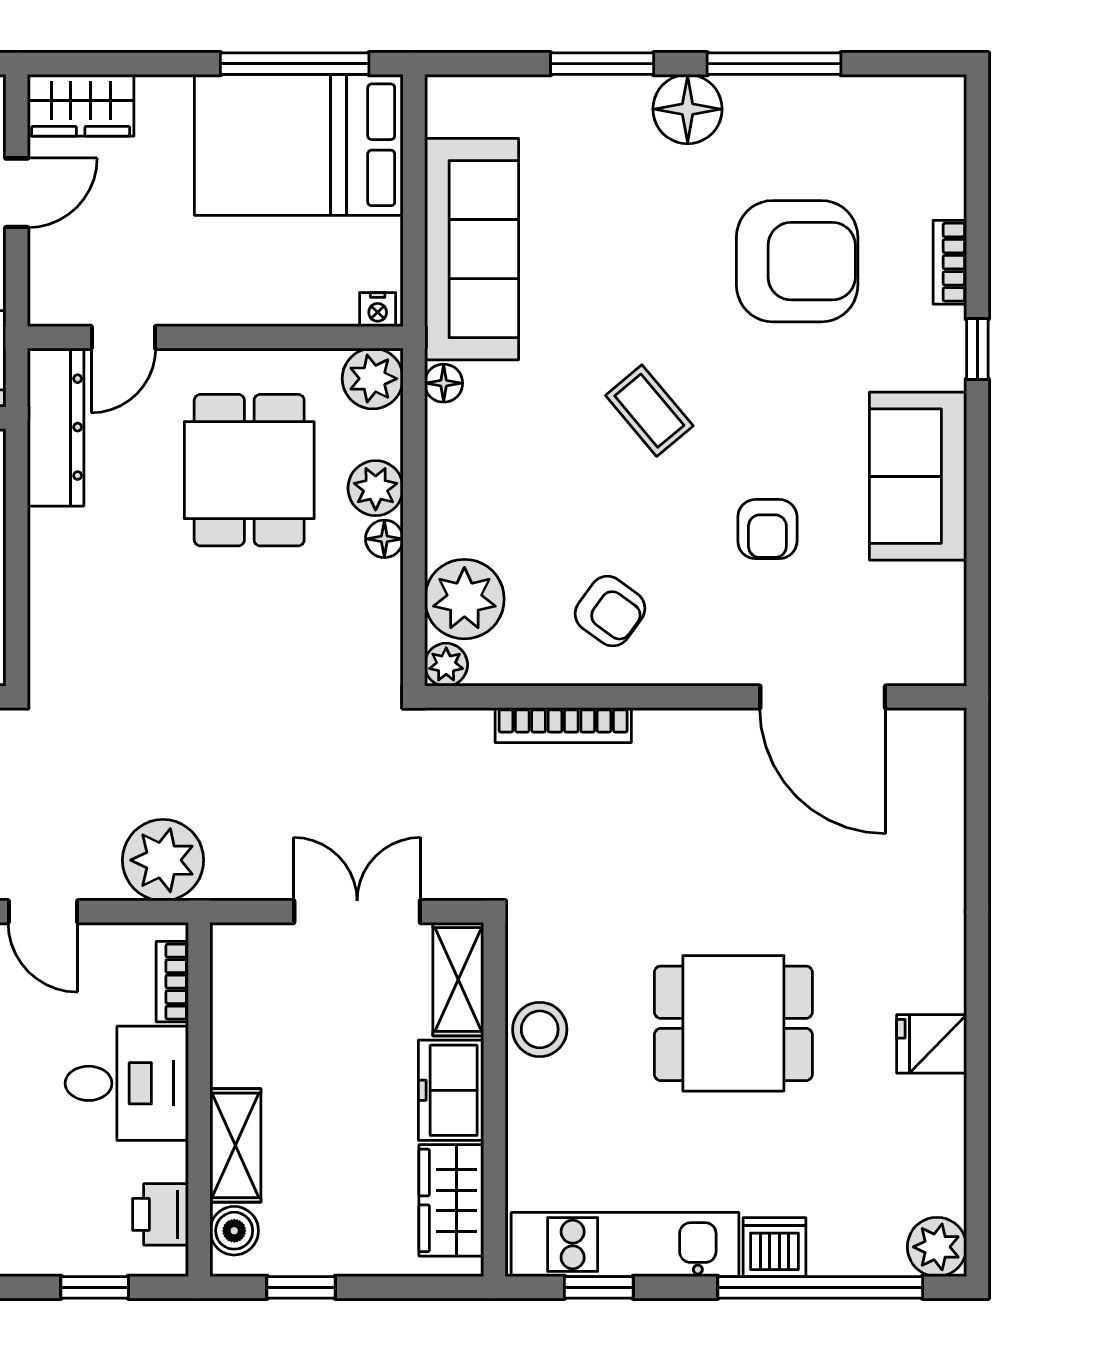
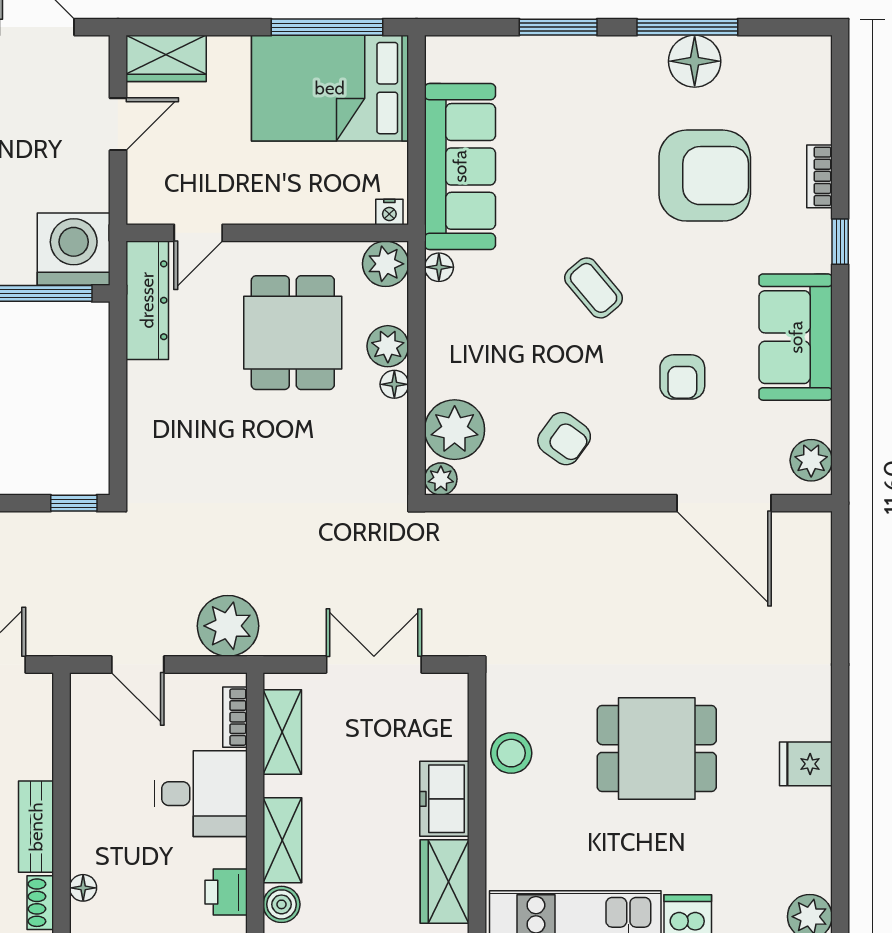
floor lamp: (688, 109) -> (695, 61), moved
plant: (939, 640) -> (811, 460), added
bookcase: (563, 725) -> (529, 524), removed
shelving: (458, 979) -> (282, 732), moved

